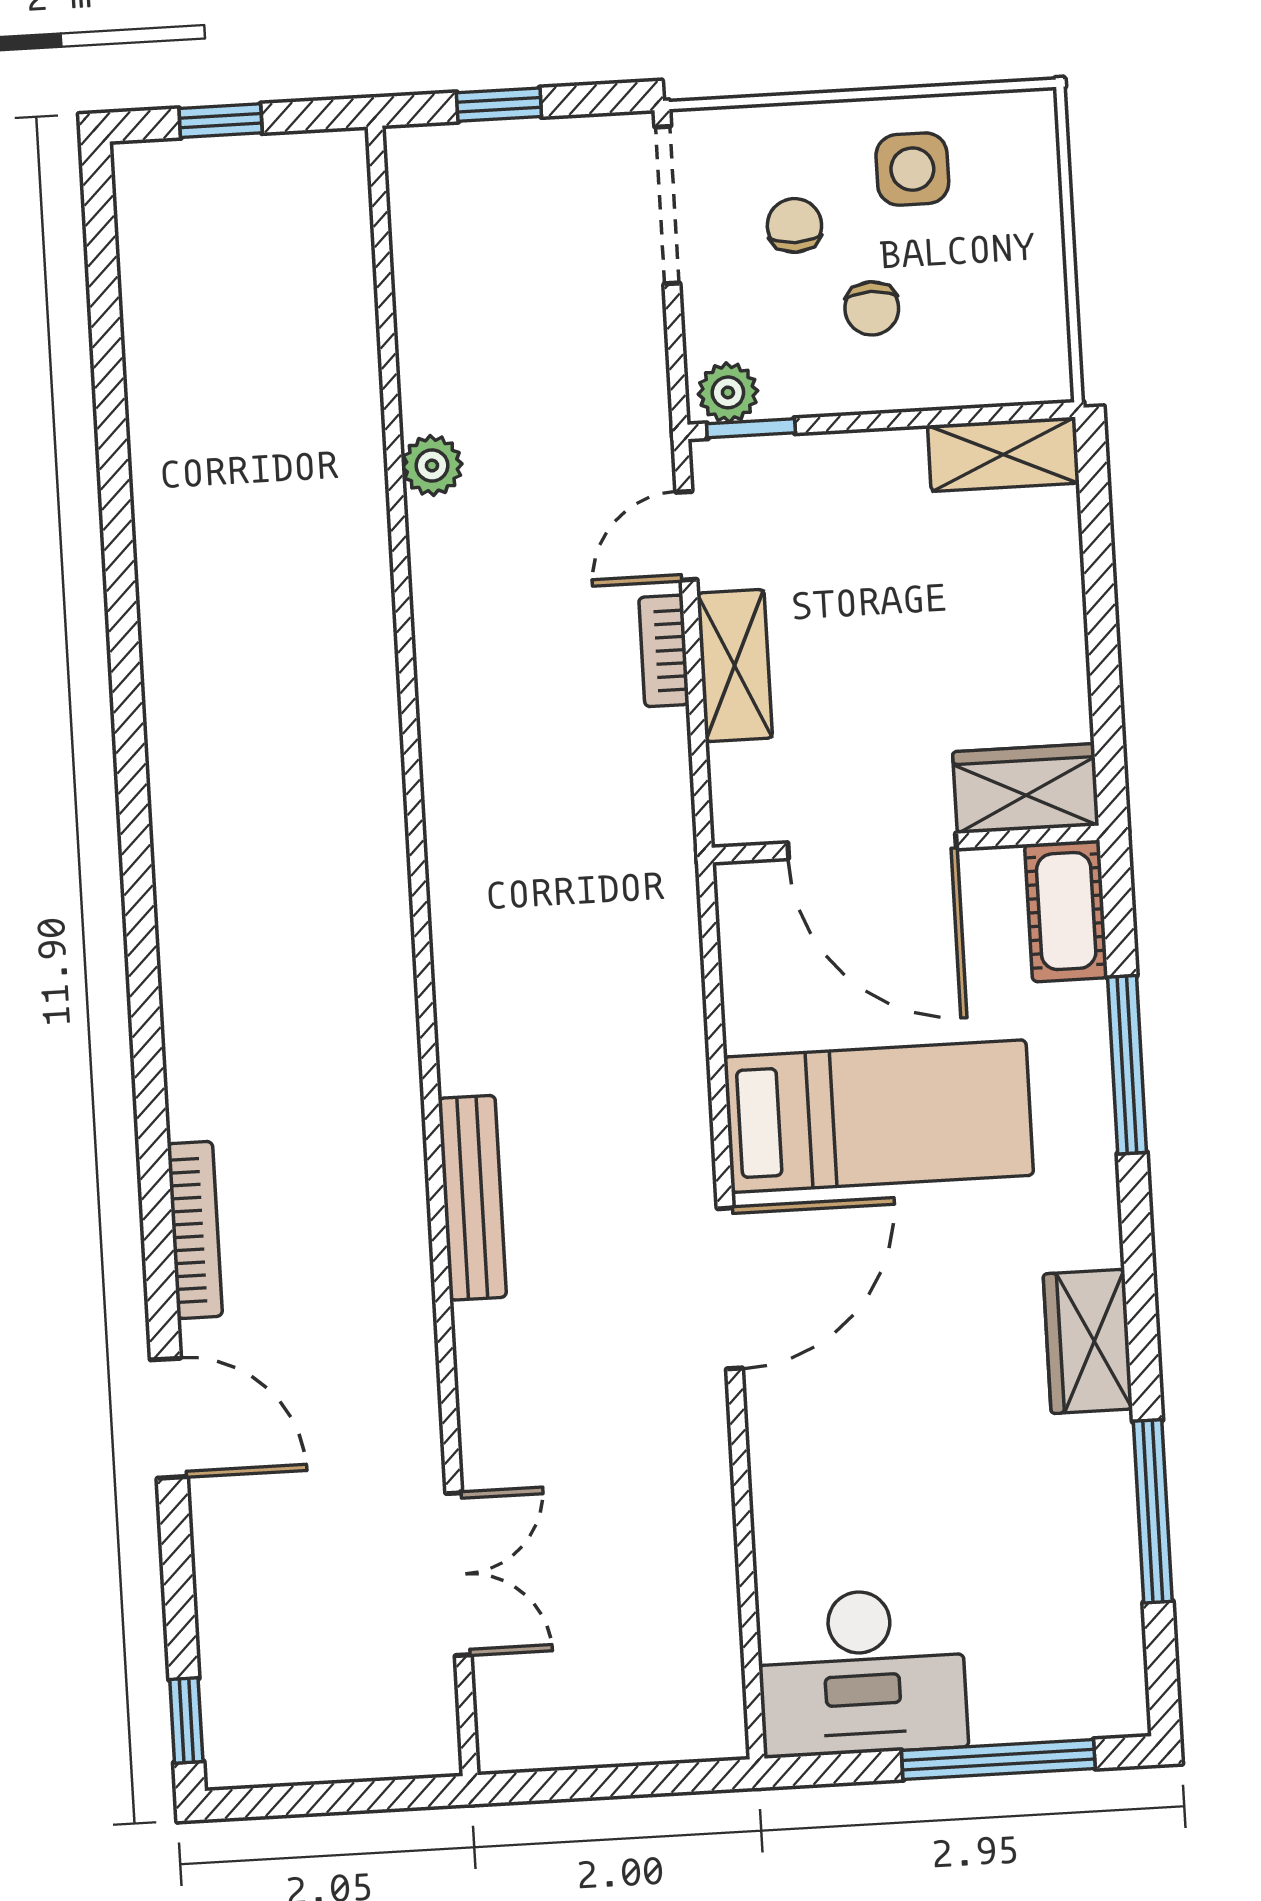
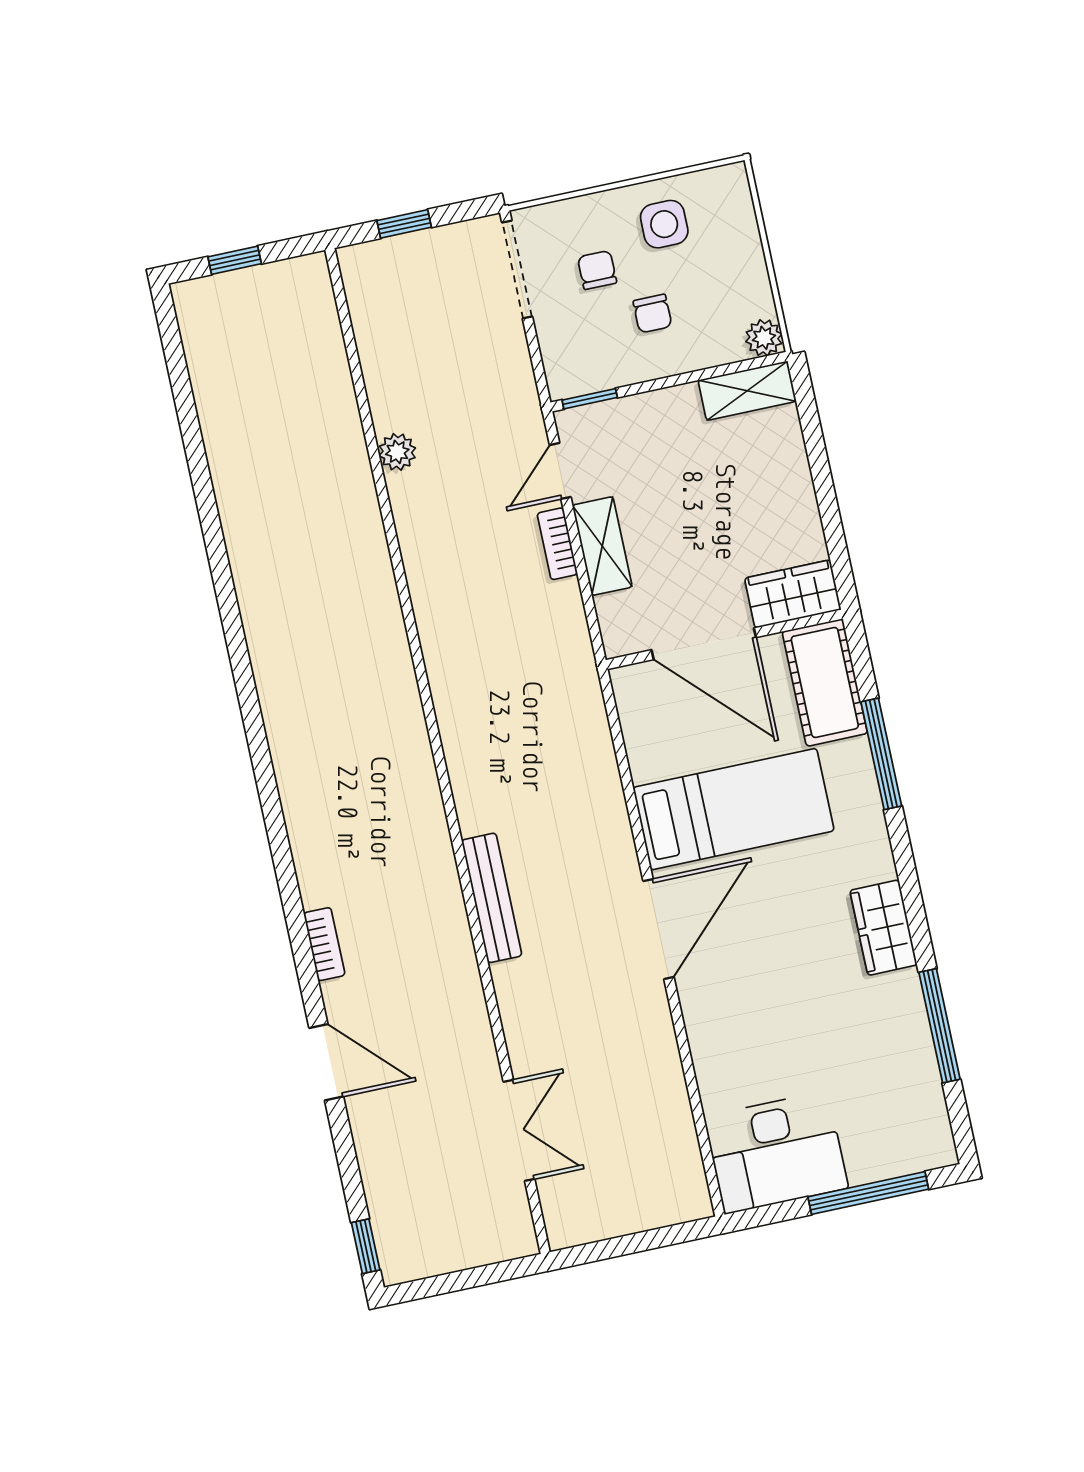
plant: (728, 392) -> (764, 338), moved
cot: (1066, 911) -> (825, 682), width x1.37, depth x1.34
bookcase: (195, 1230) -> (324, 944), width x0.64

